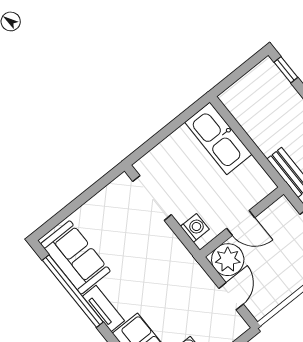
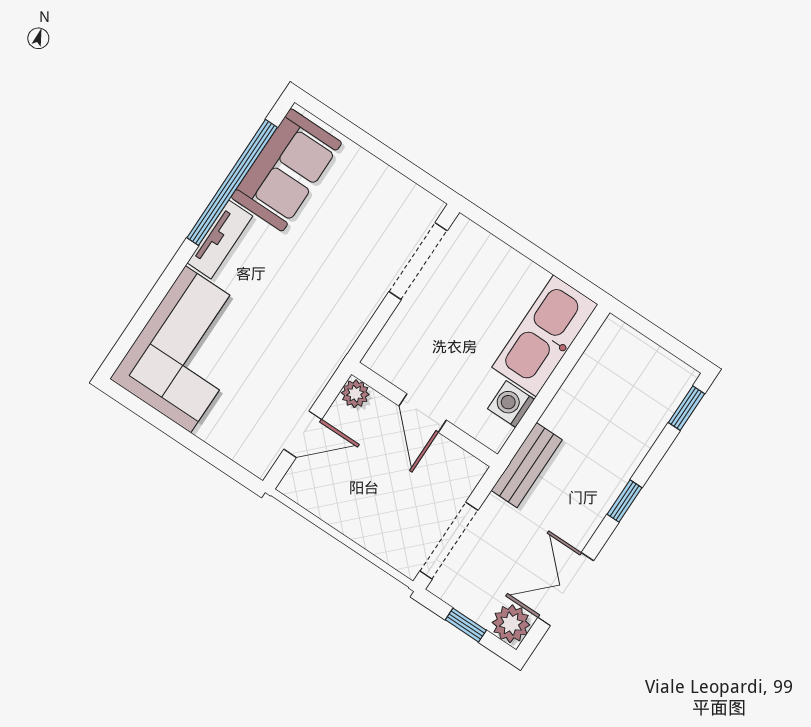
washing machine: (195, 228) -> (511, 404), moved, turned 180
plant: (228, 260) -> (355, 394), width x0.53, depth x0.53

